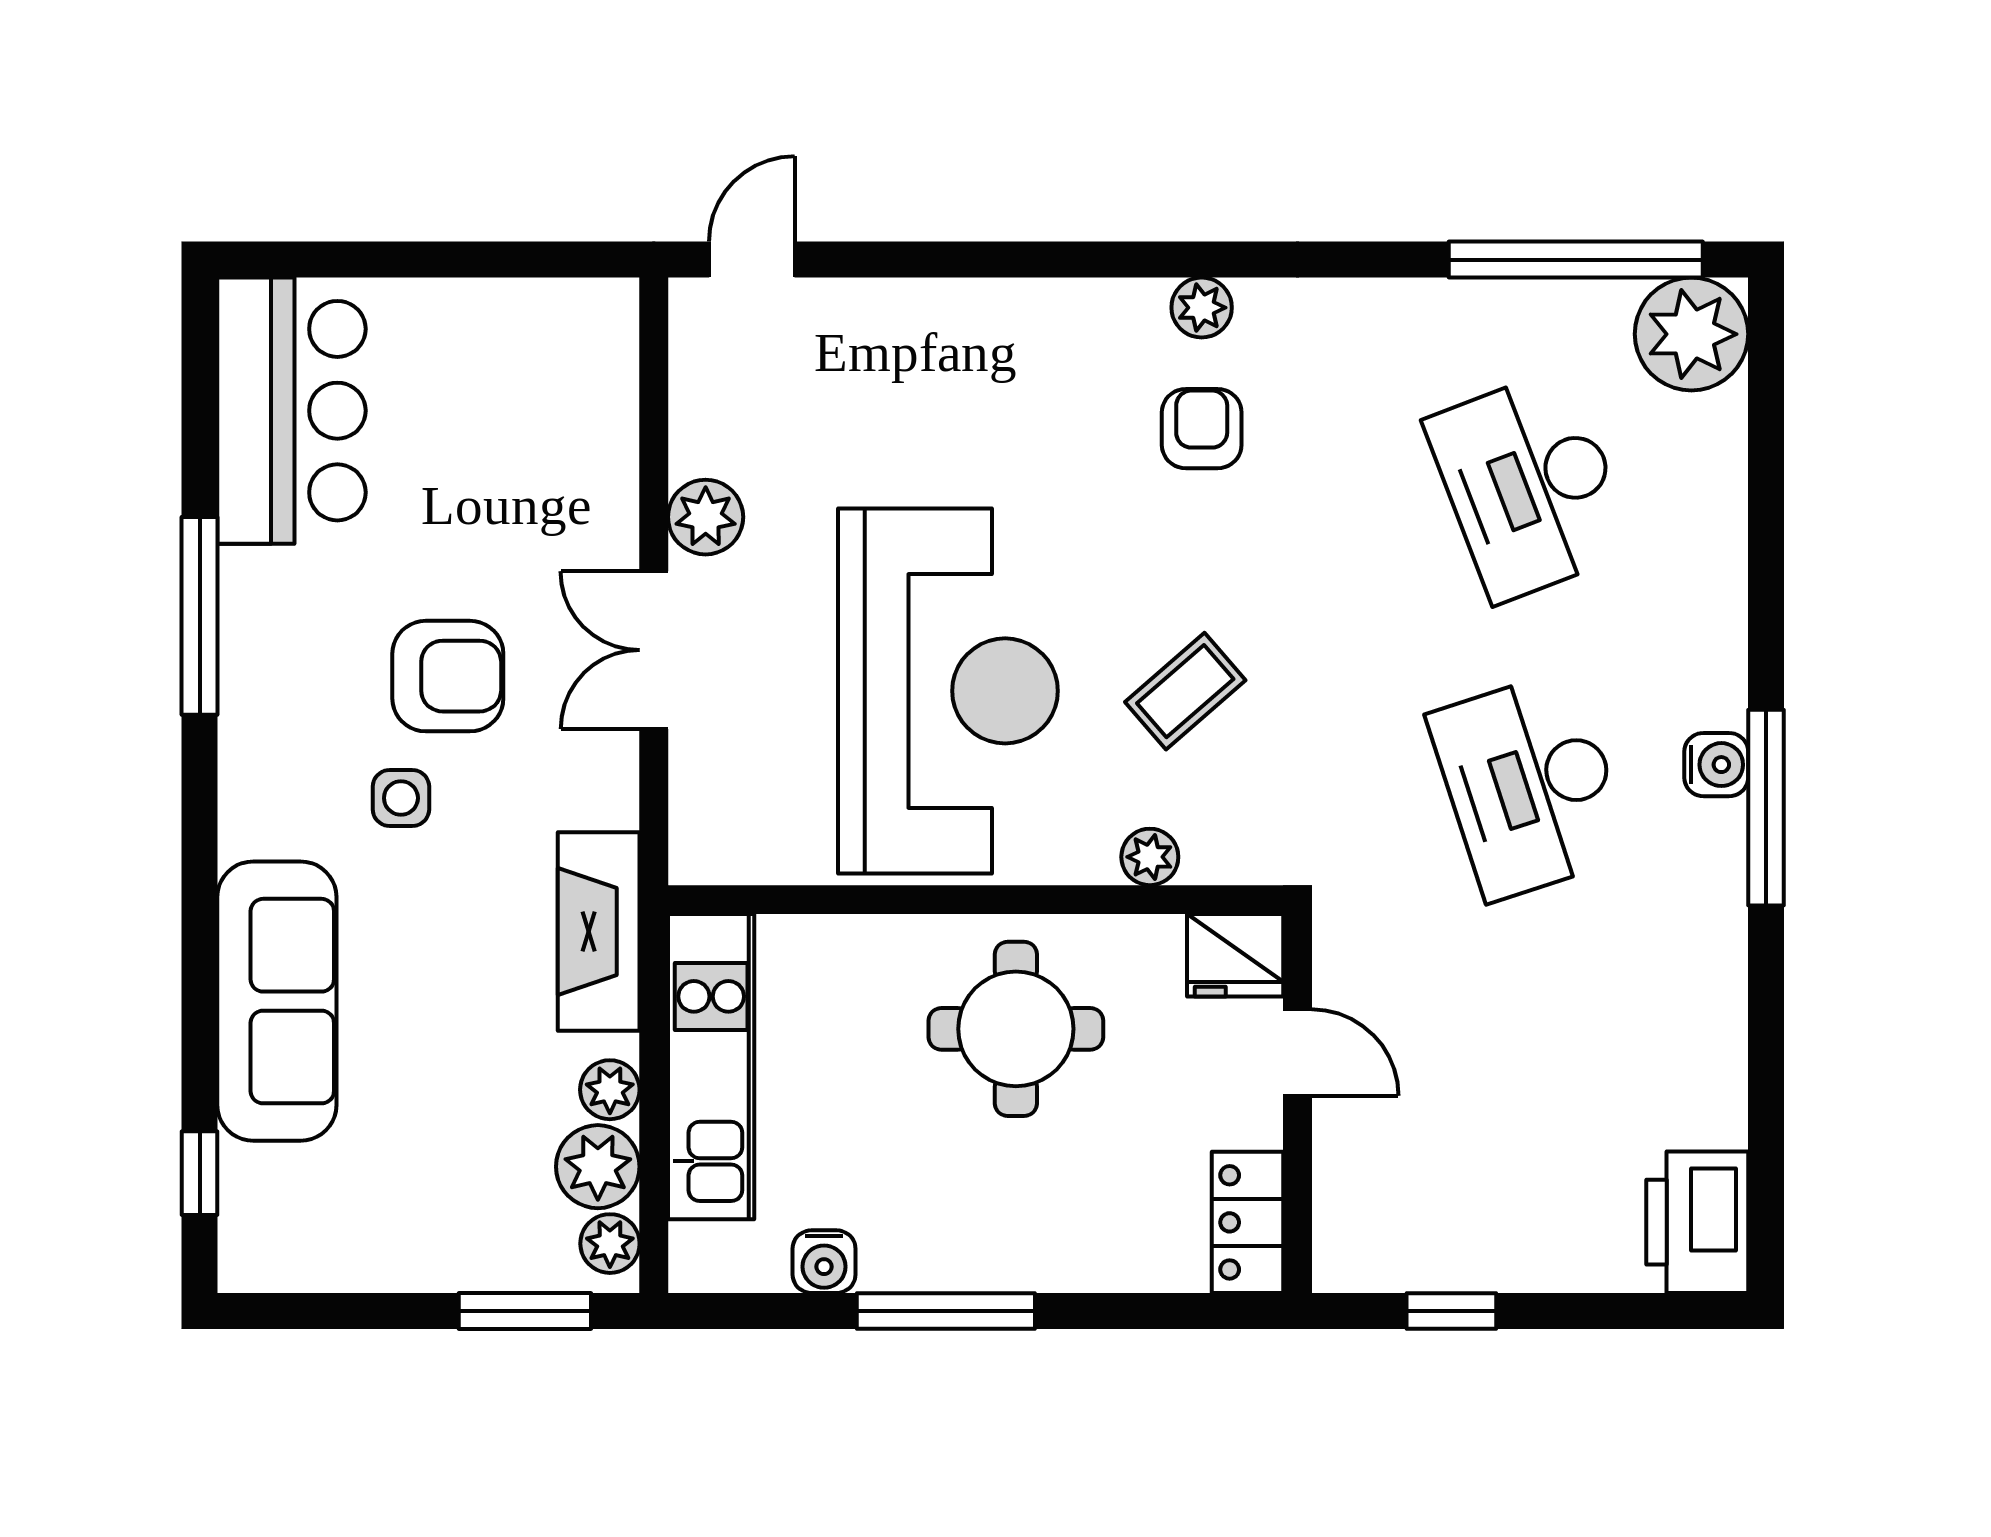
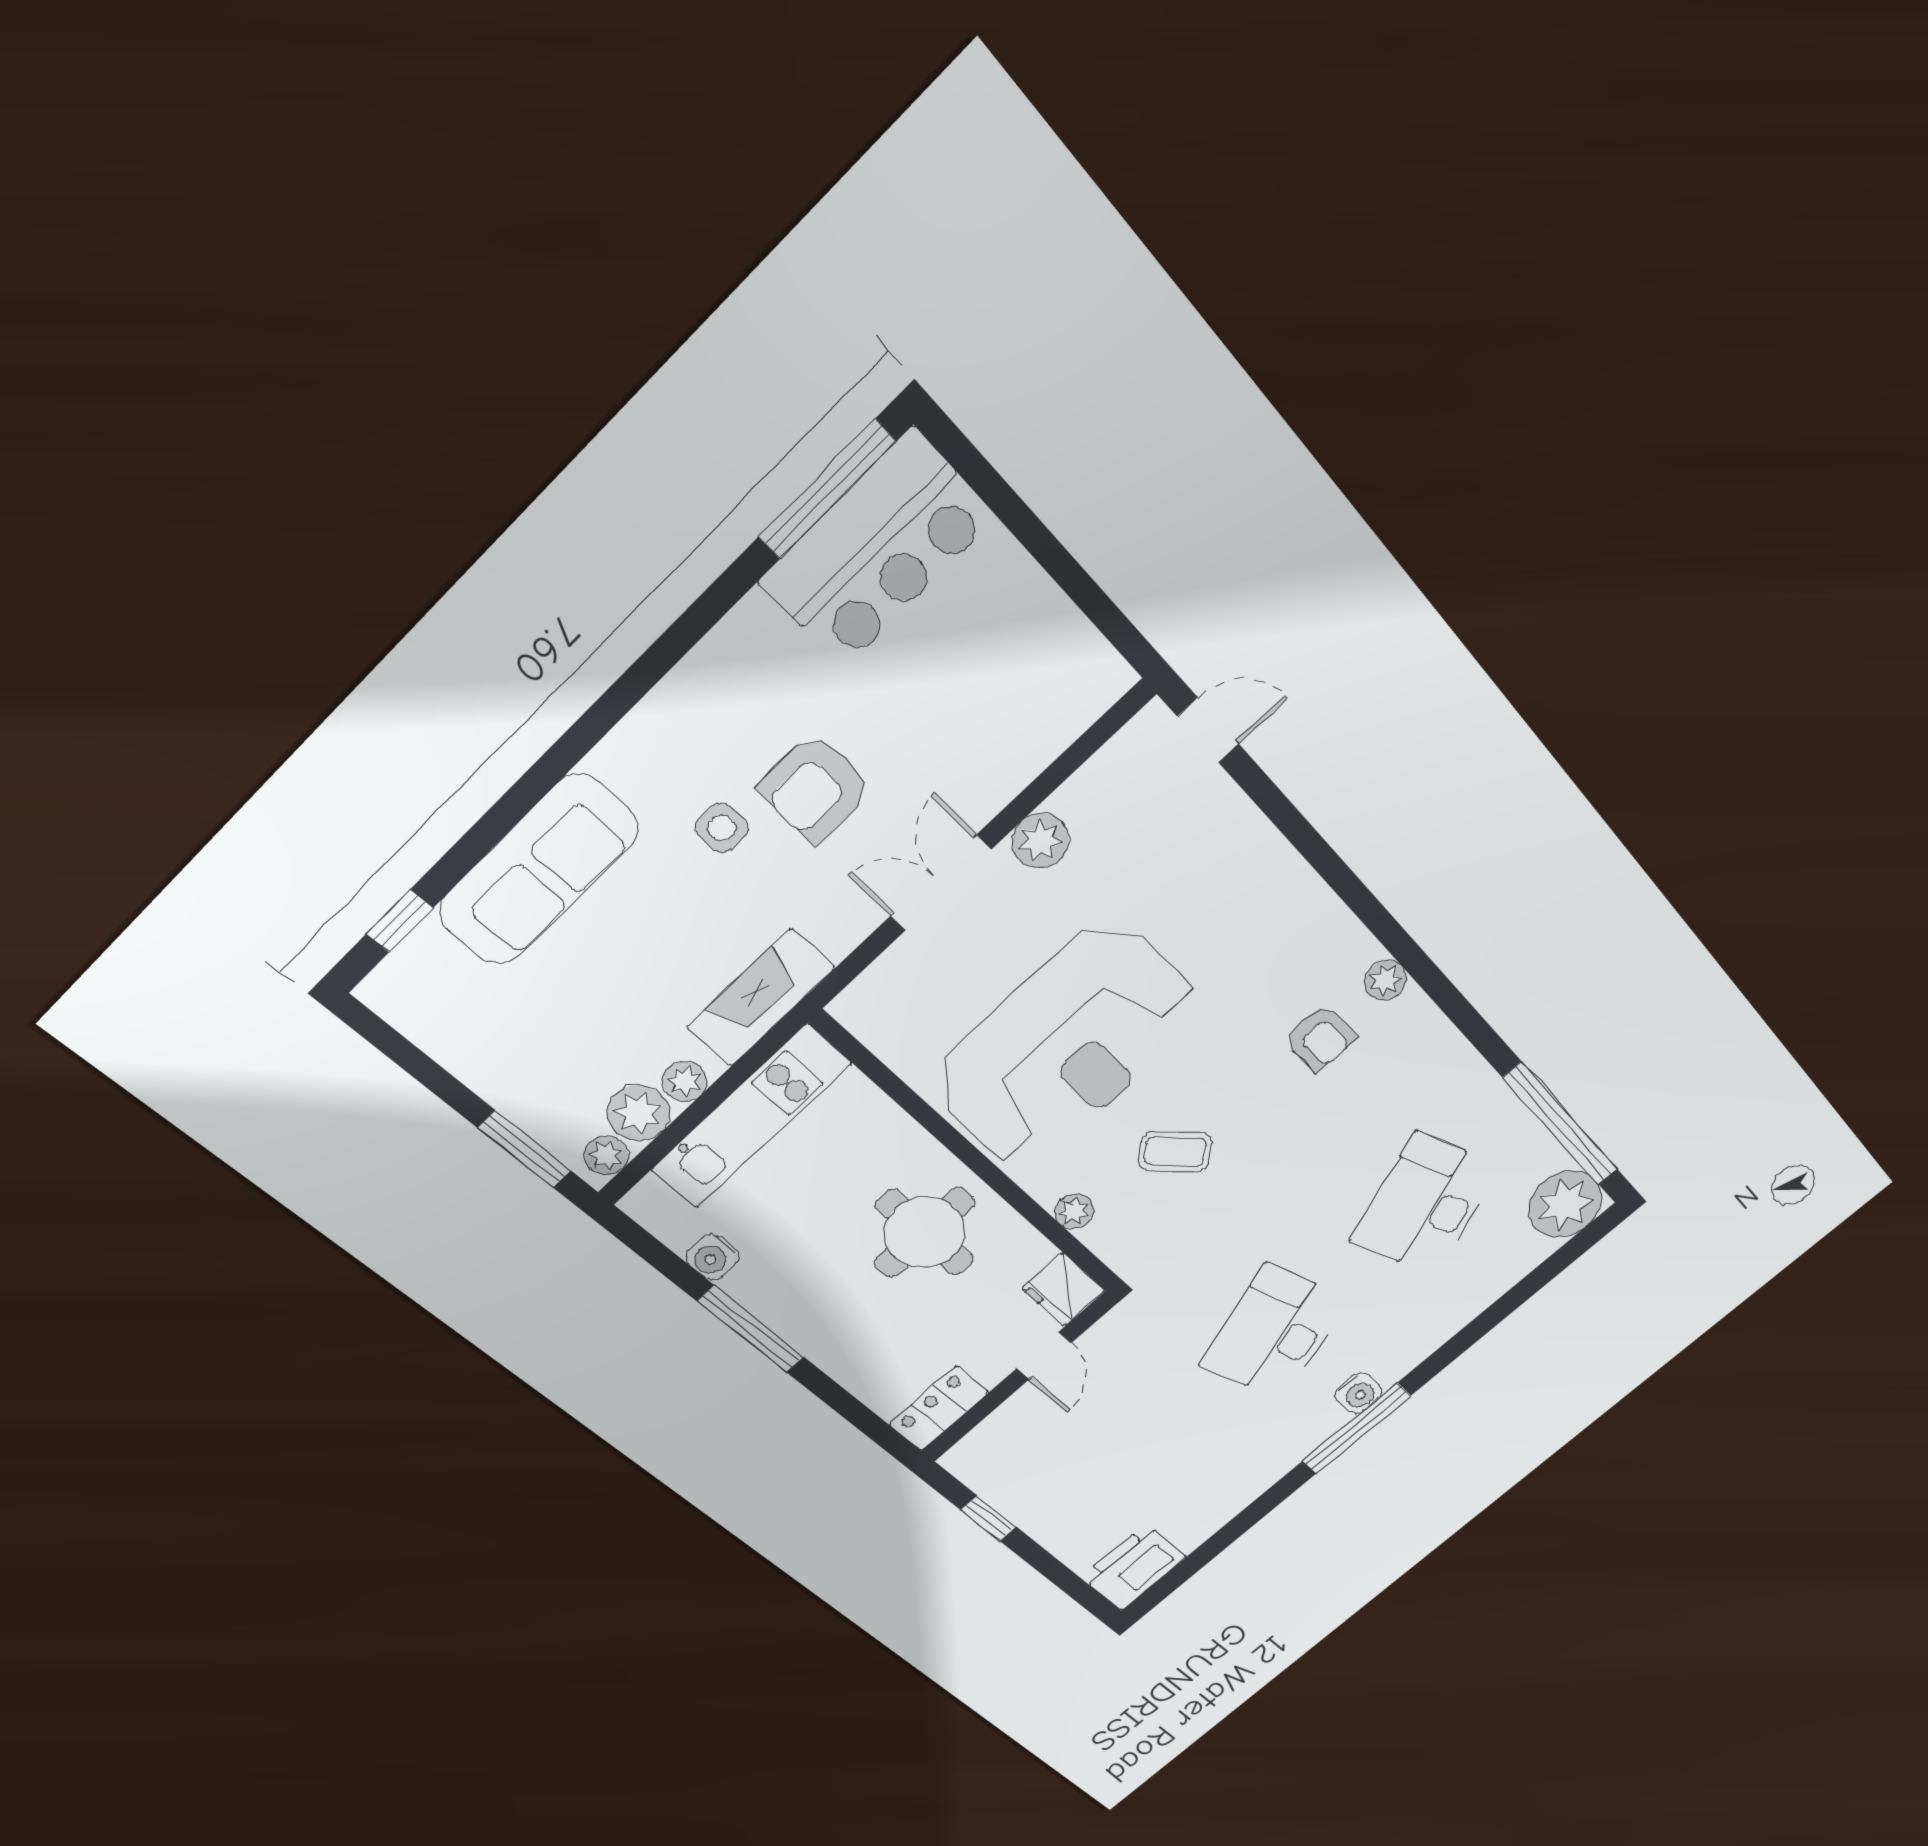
armchair: (1202, 429) -> (1320, 1038), turned 90
window: (200, 616) -> (827, 489), moved
armchair: (448, 676) -> (815, 788), turned 90

